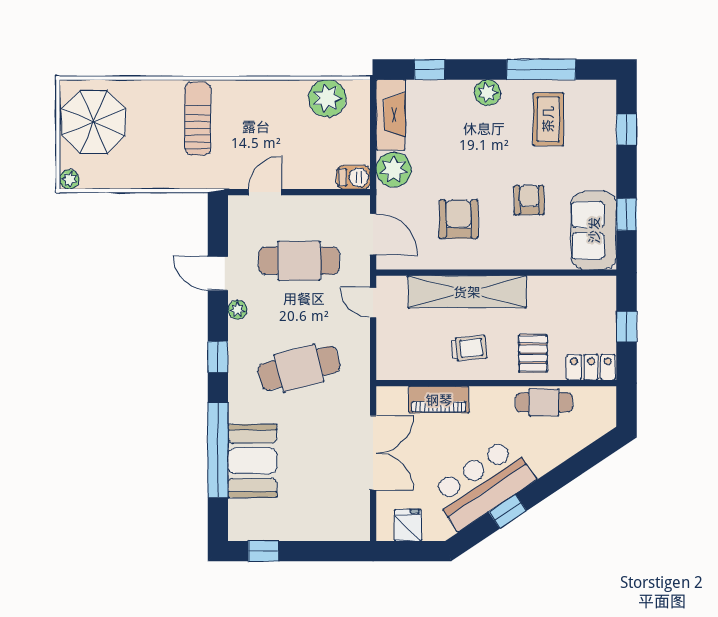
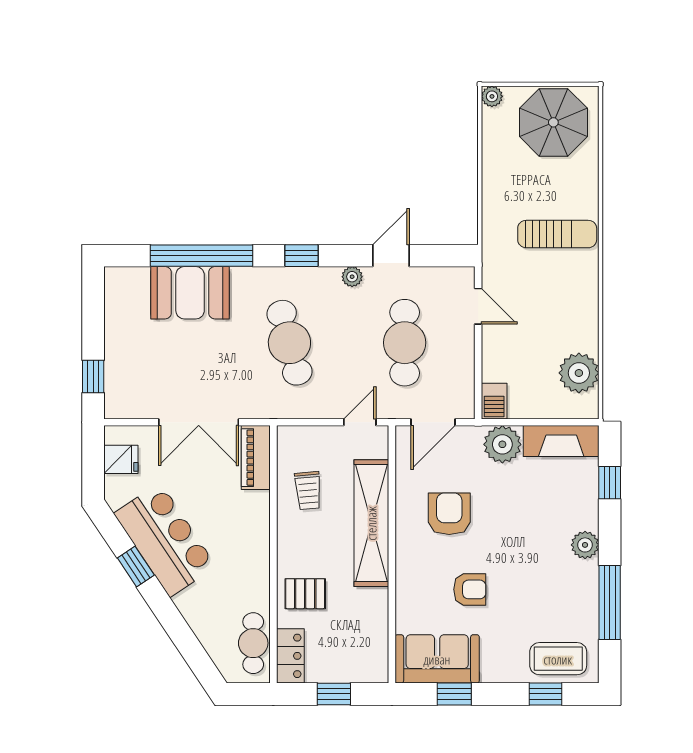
coffee table: (548, 119) -> (558, 659), moved
armchair: (458, 219) -> (449, 514), turned -90
trolley: (469, 348) -> (308, 491), moved
piano: (439, 400) -> (256, 458), moved
cafe table: (544, 402) -> (253, 643), moved
window: (263, 551) -> (93, 377), moved

